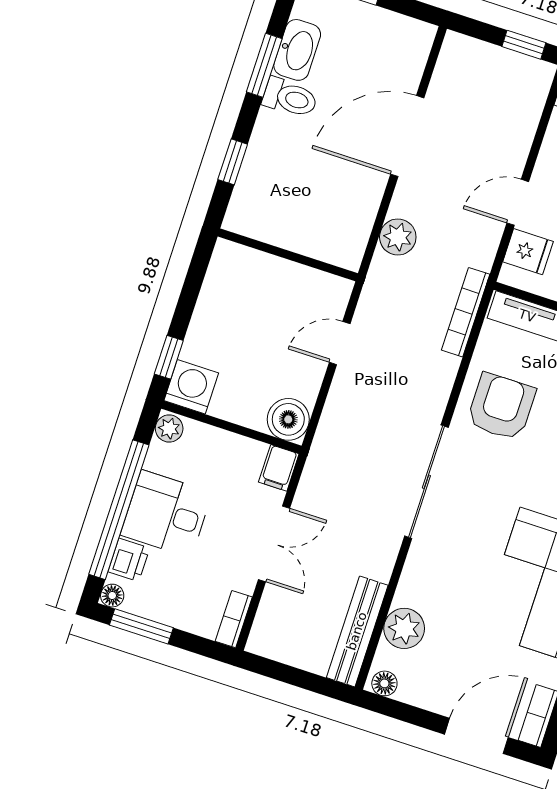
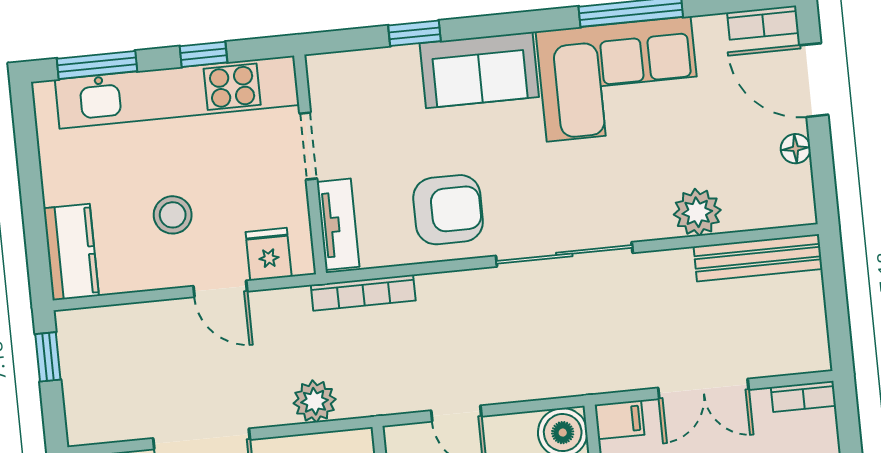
armchair: (501, 407) -> (448, 210), turned 180
double door: (274, 544) -> (703, 389), swing flipped
plant: (404, 628) -> (697, 212), moved
floor lamp: (384, 683) -> (796, 149), moved

